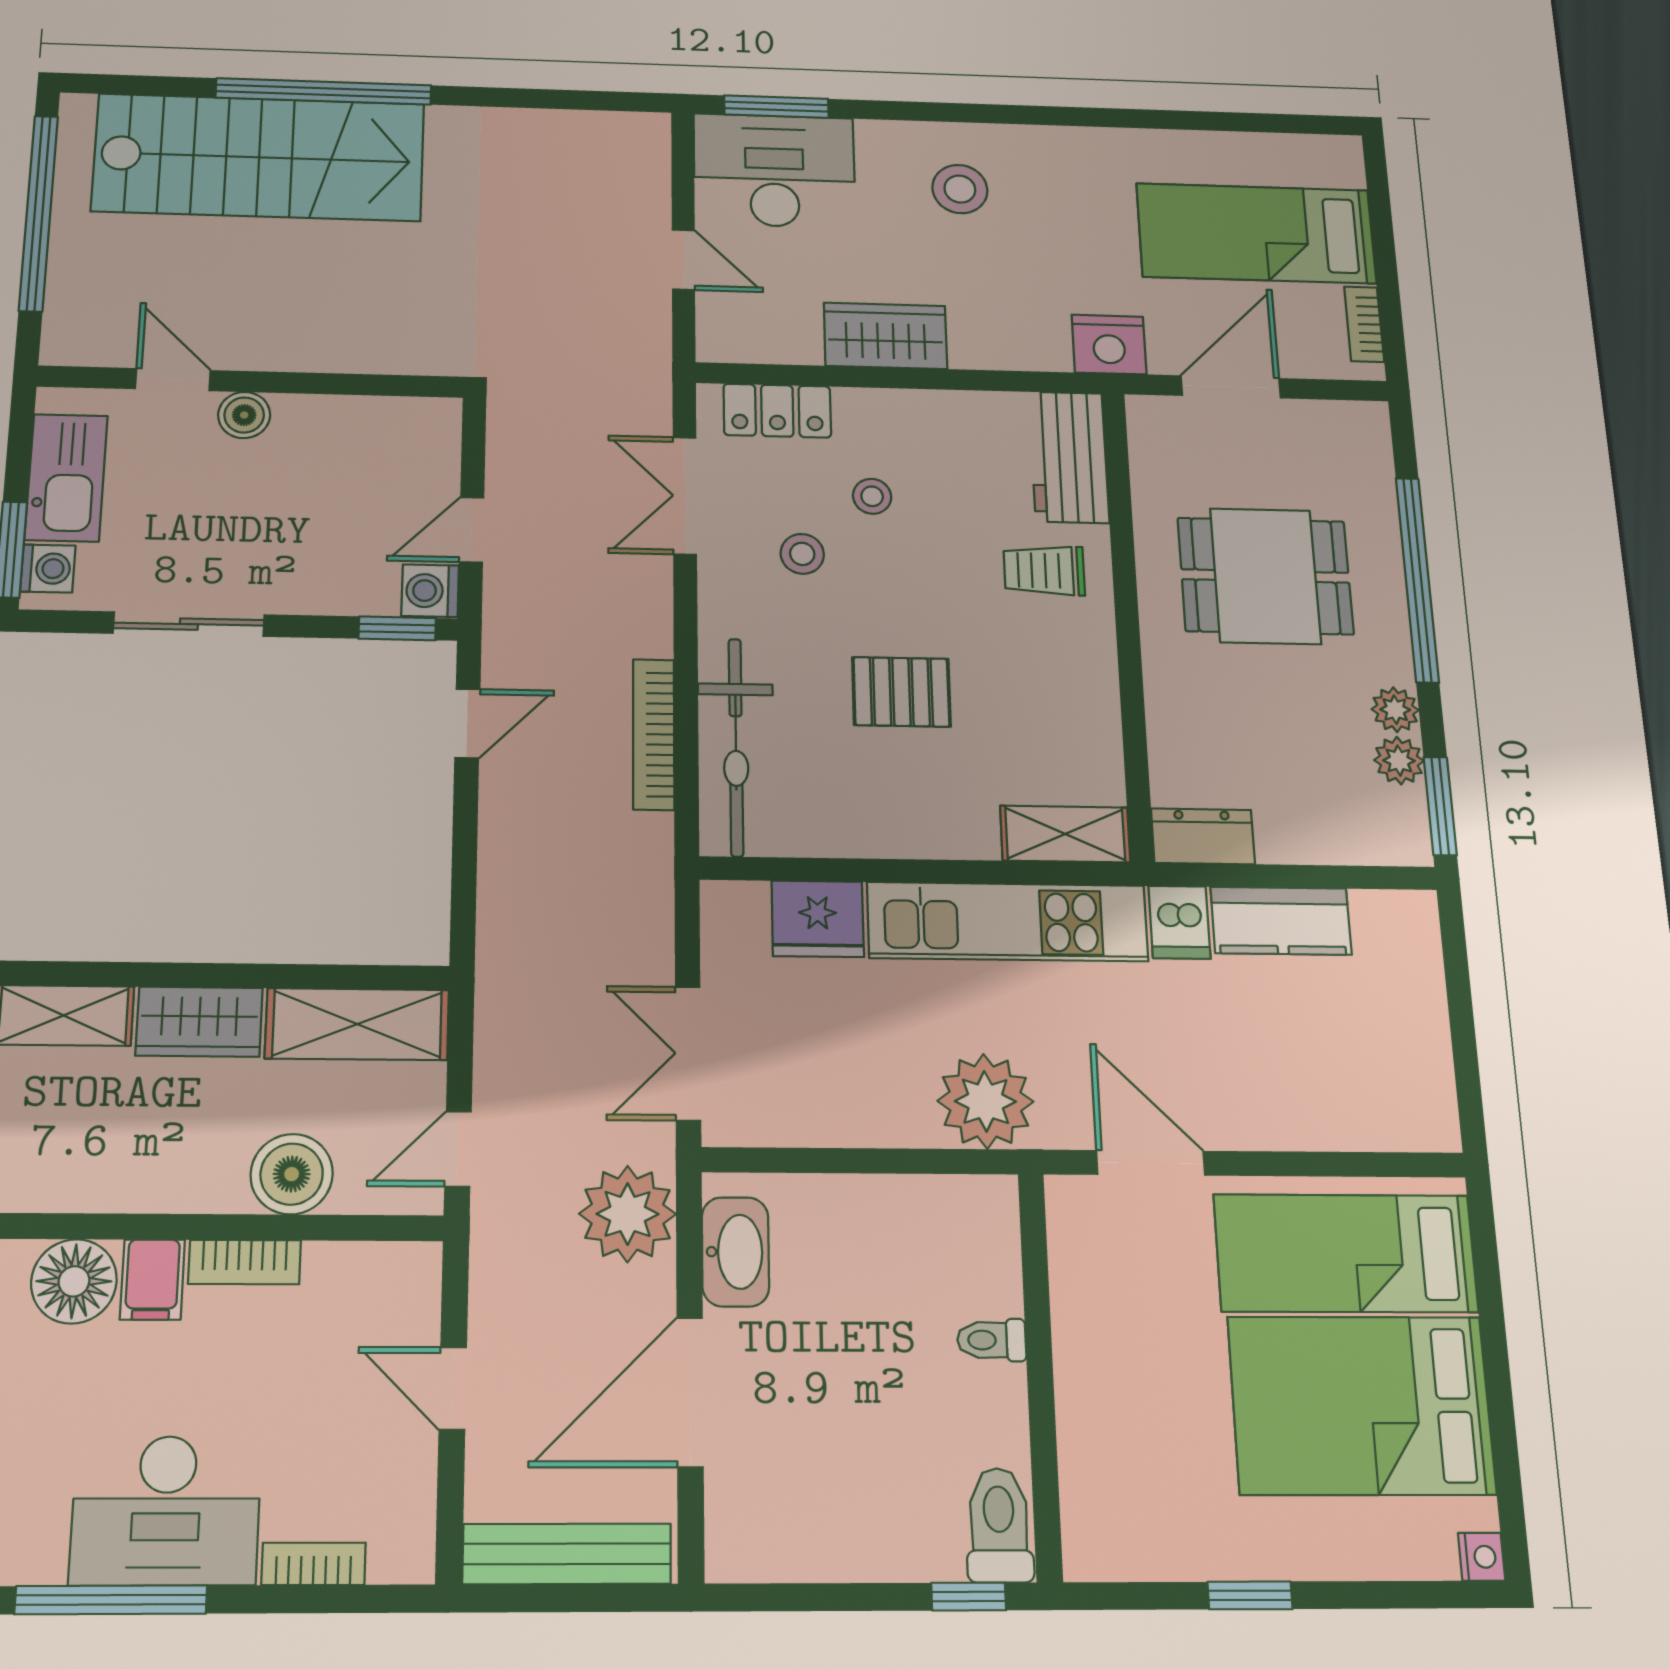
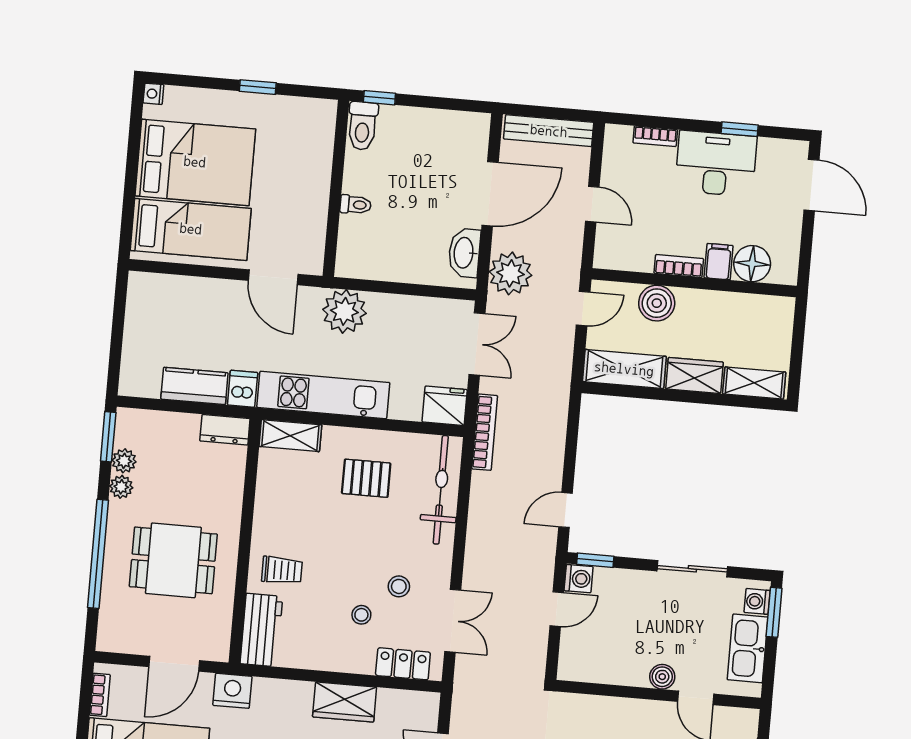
pallet: (901, 692) -> (366, 478), moved
bookcase: (654, 734) -> (485, 432), moved
fridge: (818, 919) -> (445, 406), moved
window: (111, 1600) -> (740, 129), width x0.46

